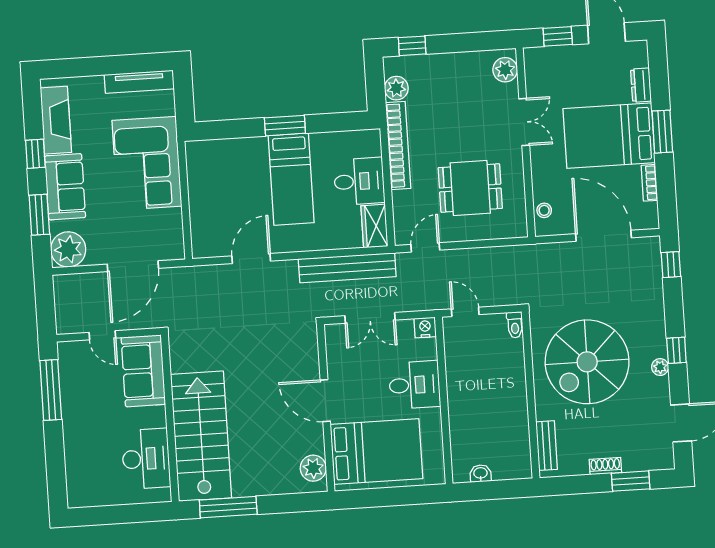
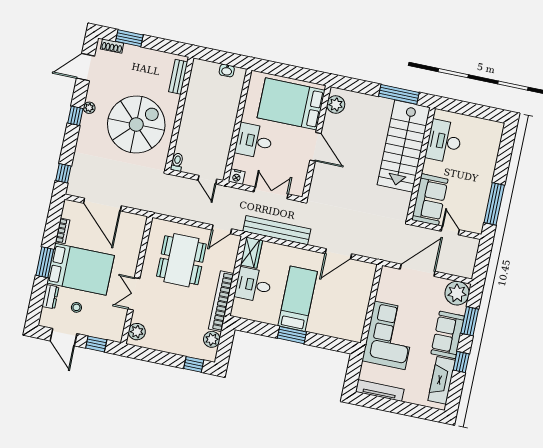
dining table: (470, 188) -> (181, 260), width x1.38
stool: (544, 210) -> (76, 307), moved
shoe rack: (605, 466) -> (112, 46), moved

